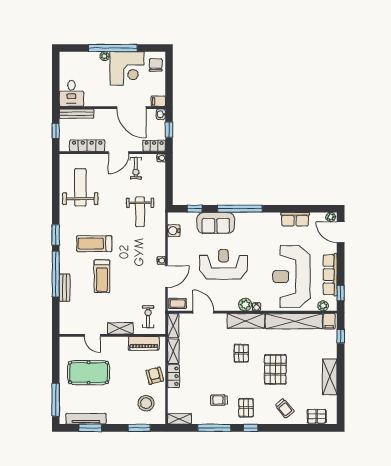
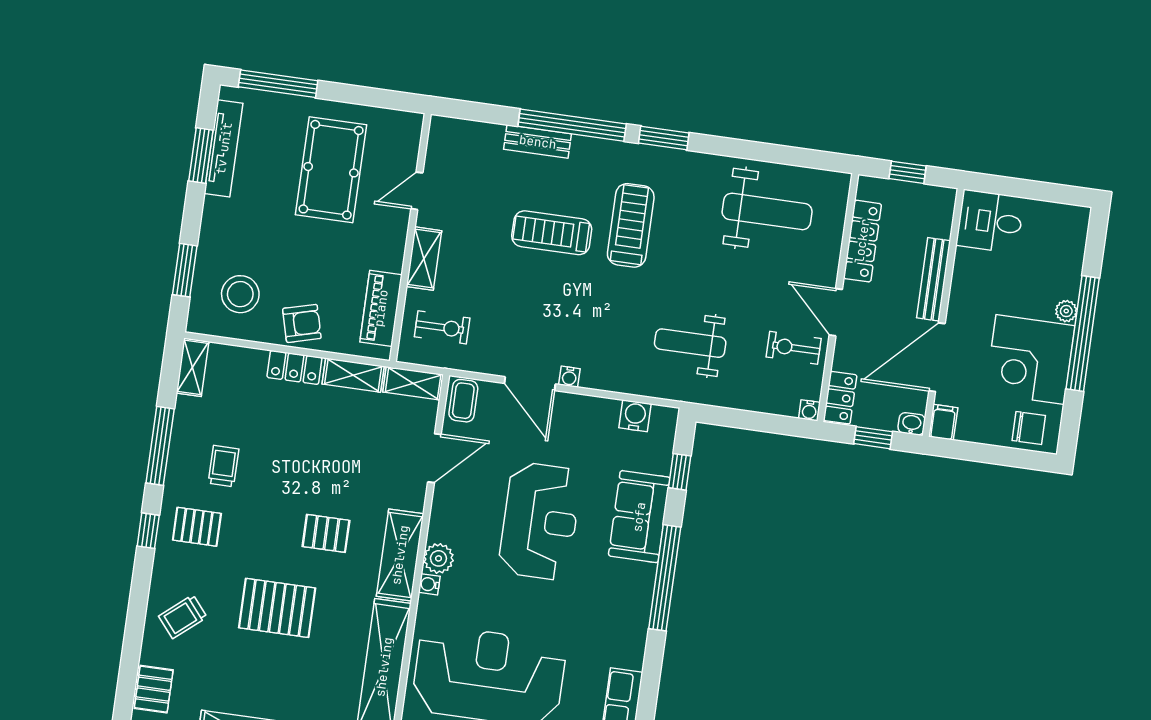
bench: (77, 114) -> (933, 279), moved

